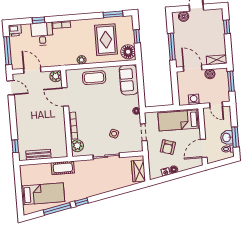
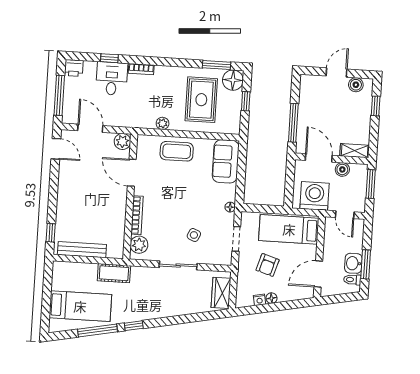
boiler: (184, 16) -> (356, 85), moved
floor lamp: (128, 52) -> (233, 80), moved
washing machine: (194, 99) -> (315, 196), width x1.89, depth x1.89
bench: (38, 155) -> (82, 250), width x1.36

